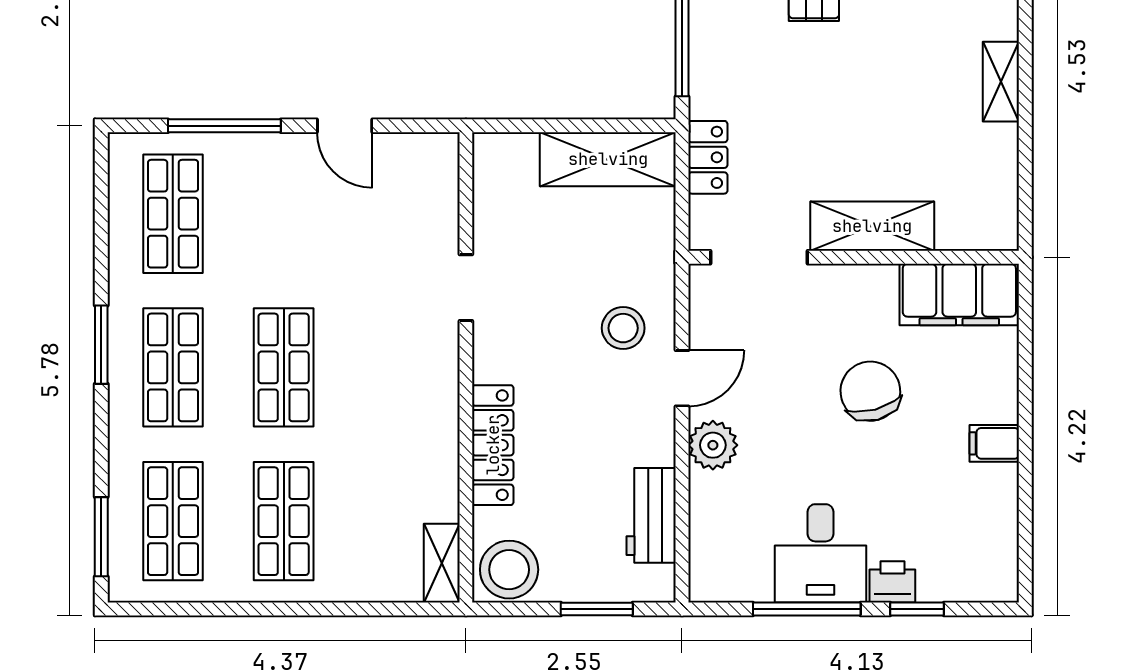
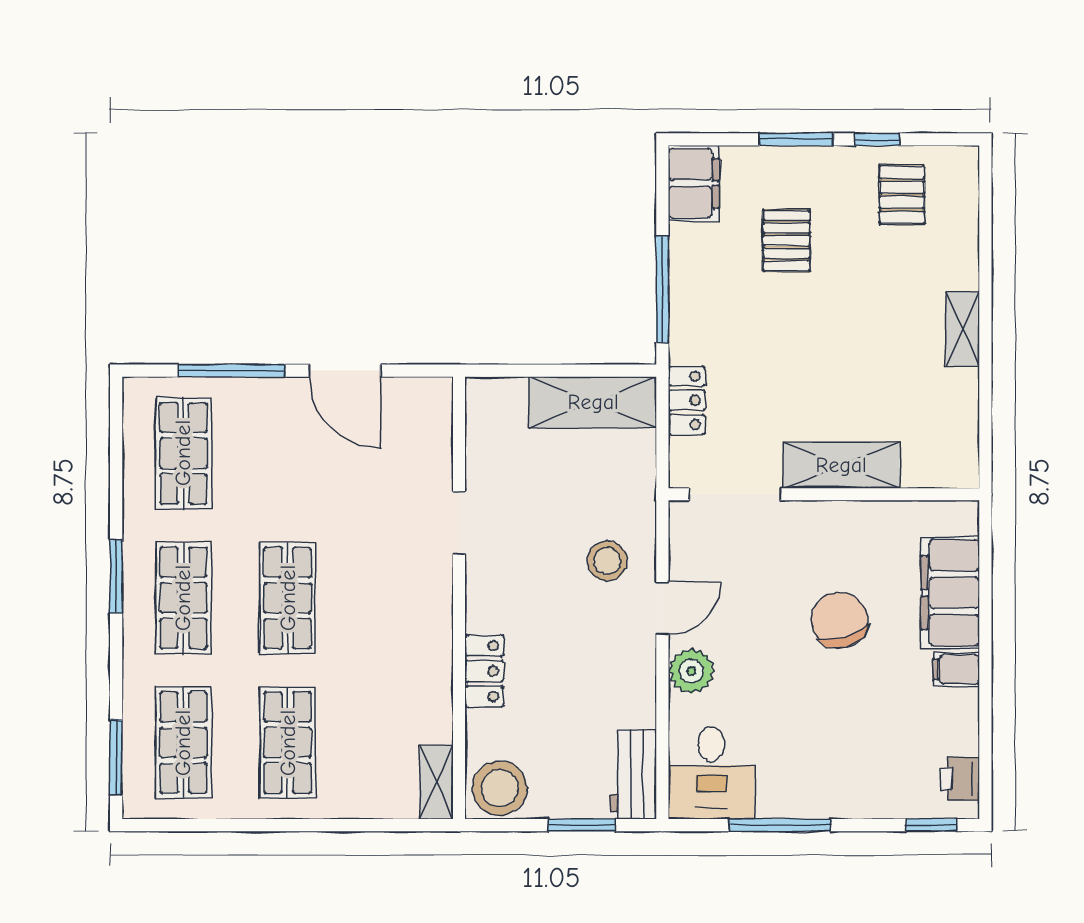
door: (345, 126) -> (345, 371), width x1.38
filing cabinet: (959, 295) -> (950, 593), moved, turned 90
locker: (493, 445) -> (484, 671), width x0.66
workbench: (651, 515) -> (633, 775), moved
desk: (820, 553) -> (711, 773), moved
printer: (892, 582) -> (960, 779), moved, turned -90
window: (917, 609) -> (931, 825), moved

